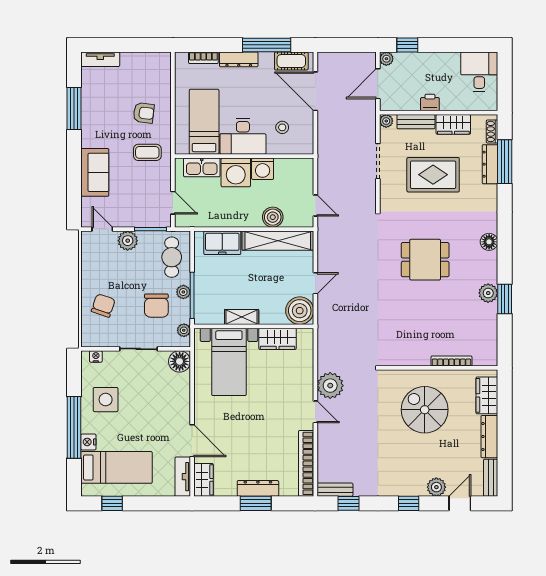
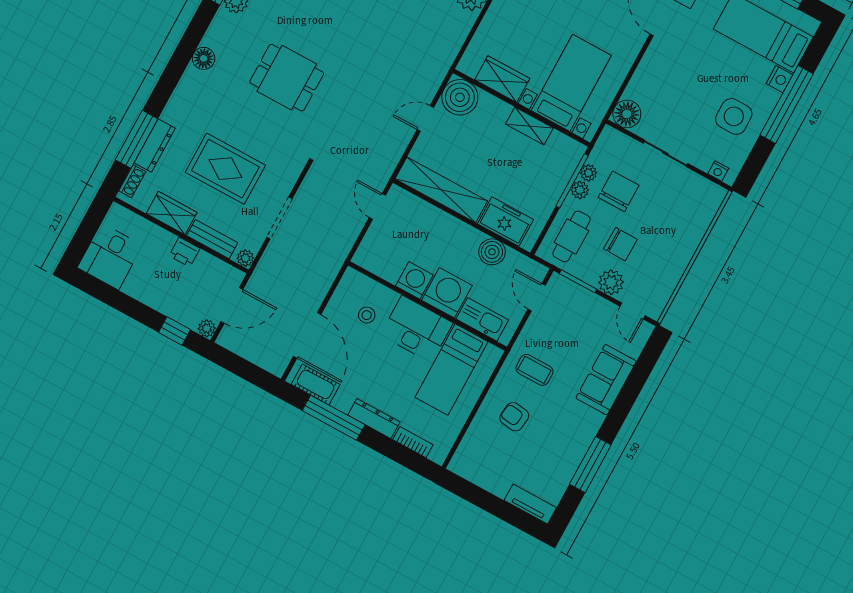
boiler: (273, 217) -> (492, 252), moved
chair: (103, 306) -> (620, 244), moved, turned -108
plant: (184, 330) -> (588, 173), moved

